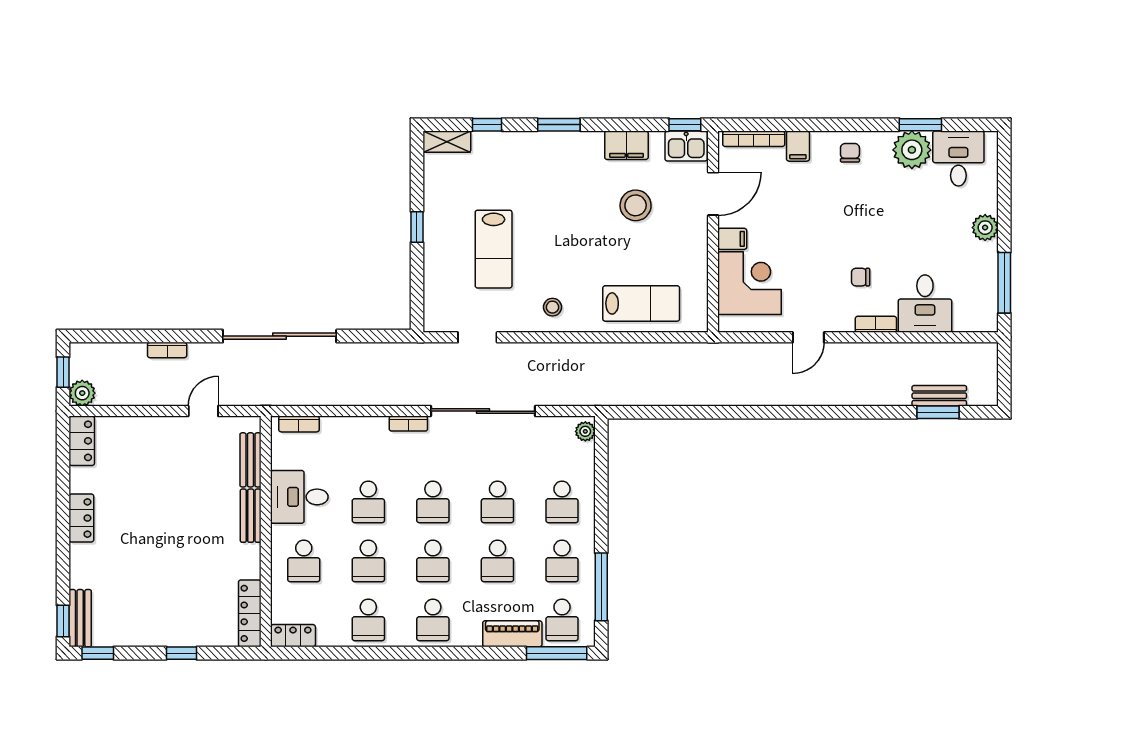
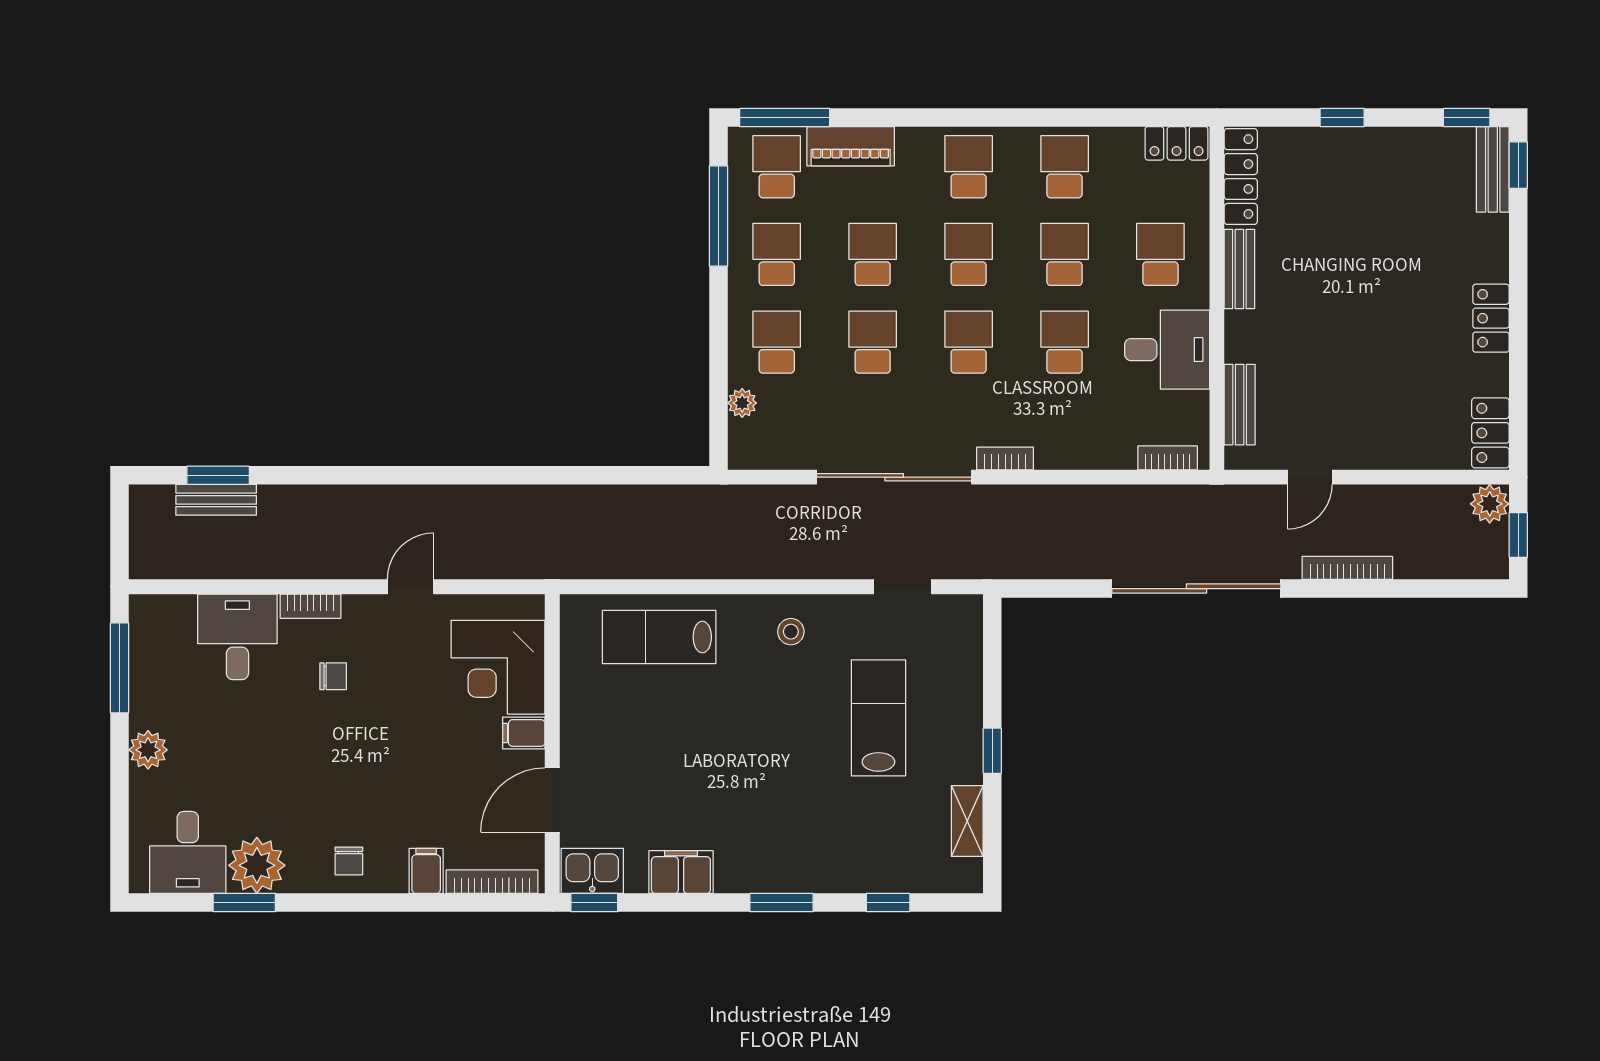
shelving: (447, 142) -> (967, 821), moved, turned 90
stool: (636, 205) -> (667, 783), removed
bookcase: (167, 350) -> (1347, 568), width x1.56
plant: (585, 431) -> (742, 403), moved
bench: (251, 516) -> (1239, 269), moved

